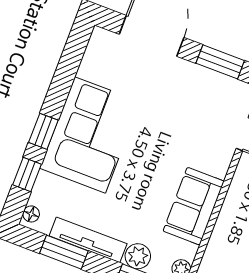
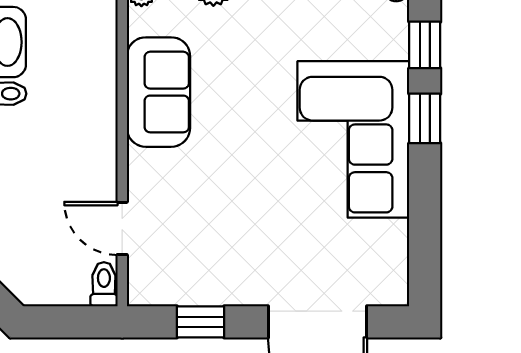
window: (220, 62) -> (201, 322), width x0.67

